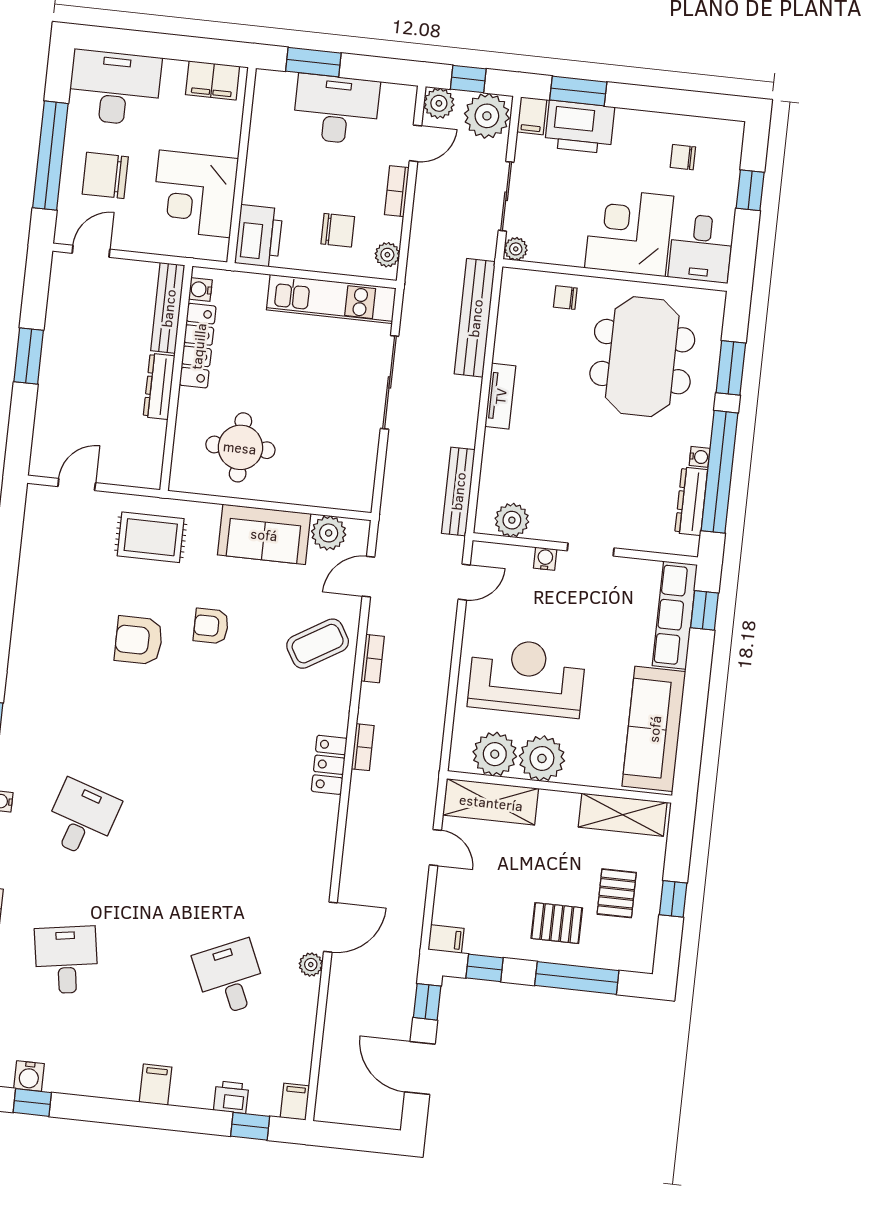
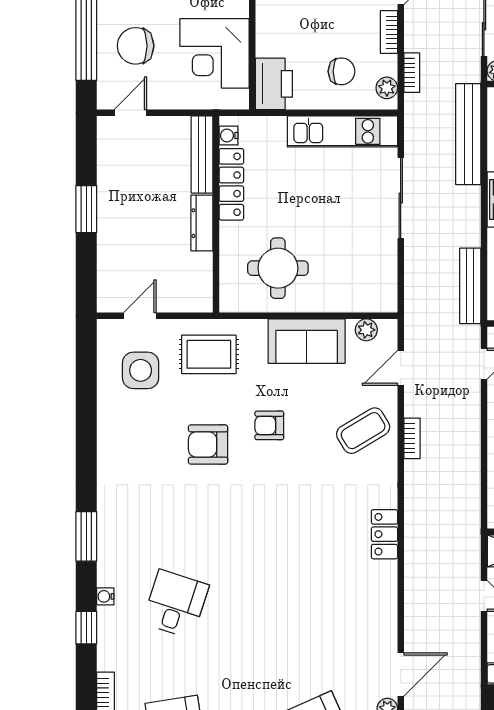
plant: (329, 533) -> (366, 330), width x0.73, depth x0.73
side table: (71, 547) -> (141, 370), added
bookcase: (363, 747) -> (412, 73), moved

